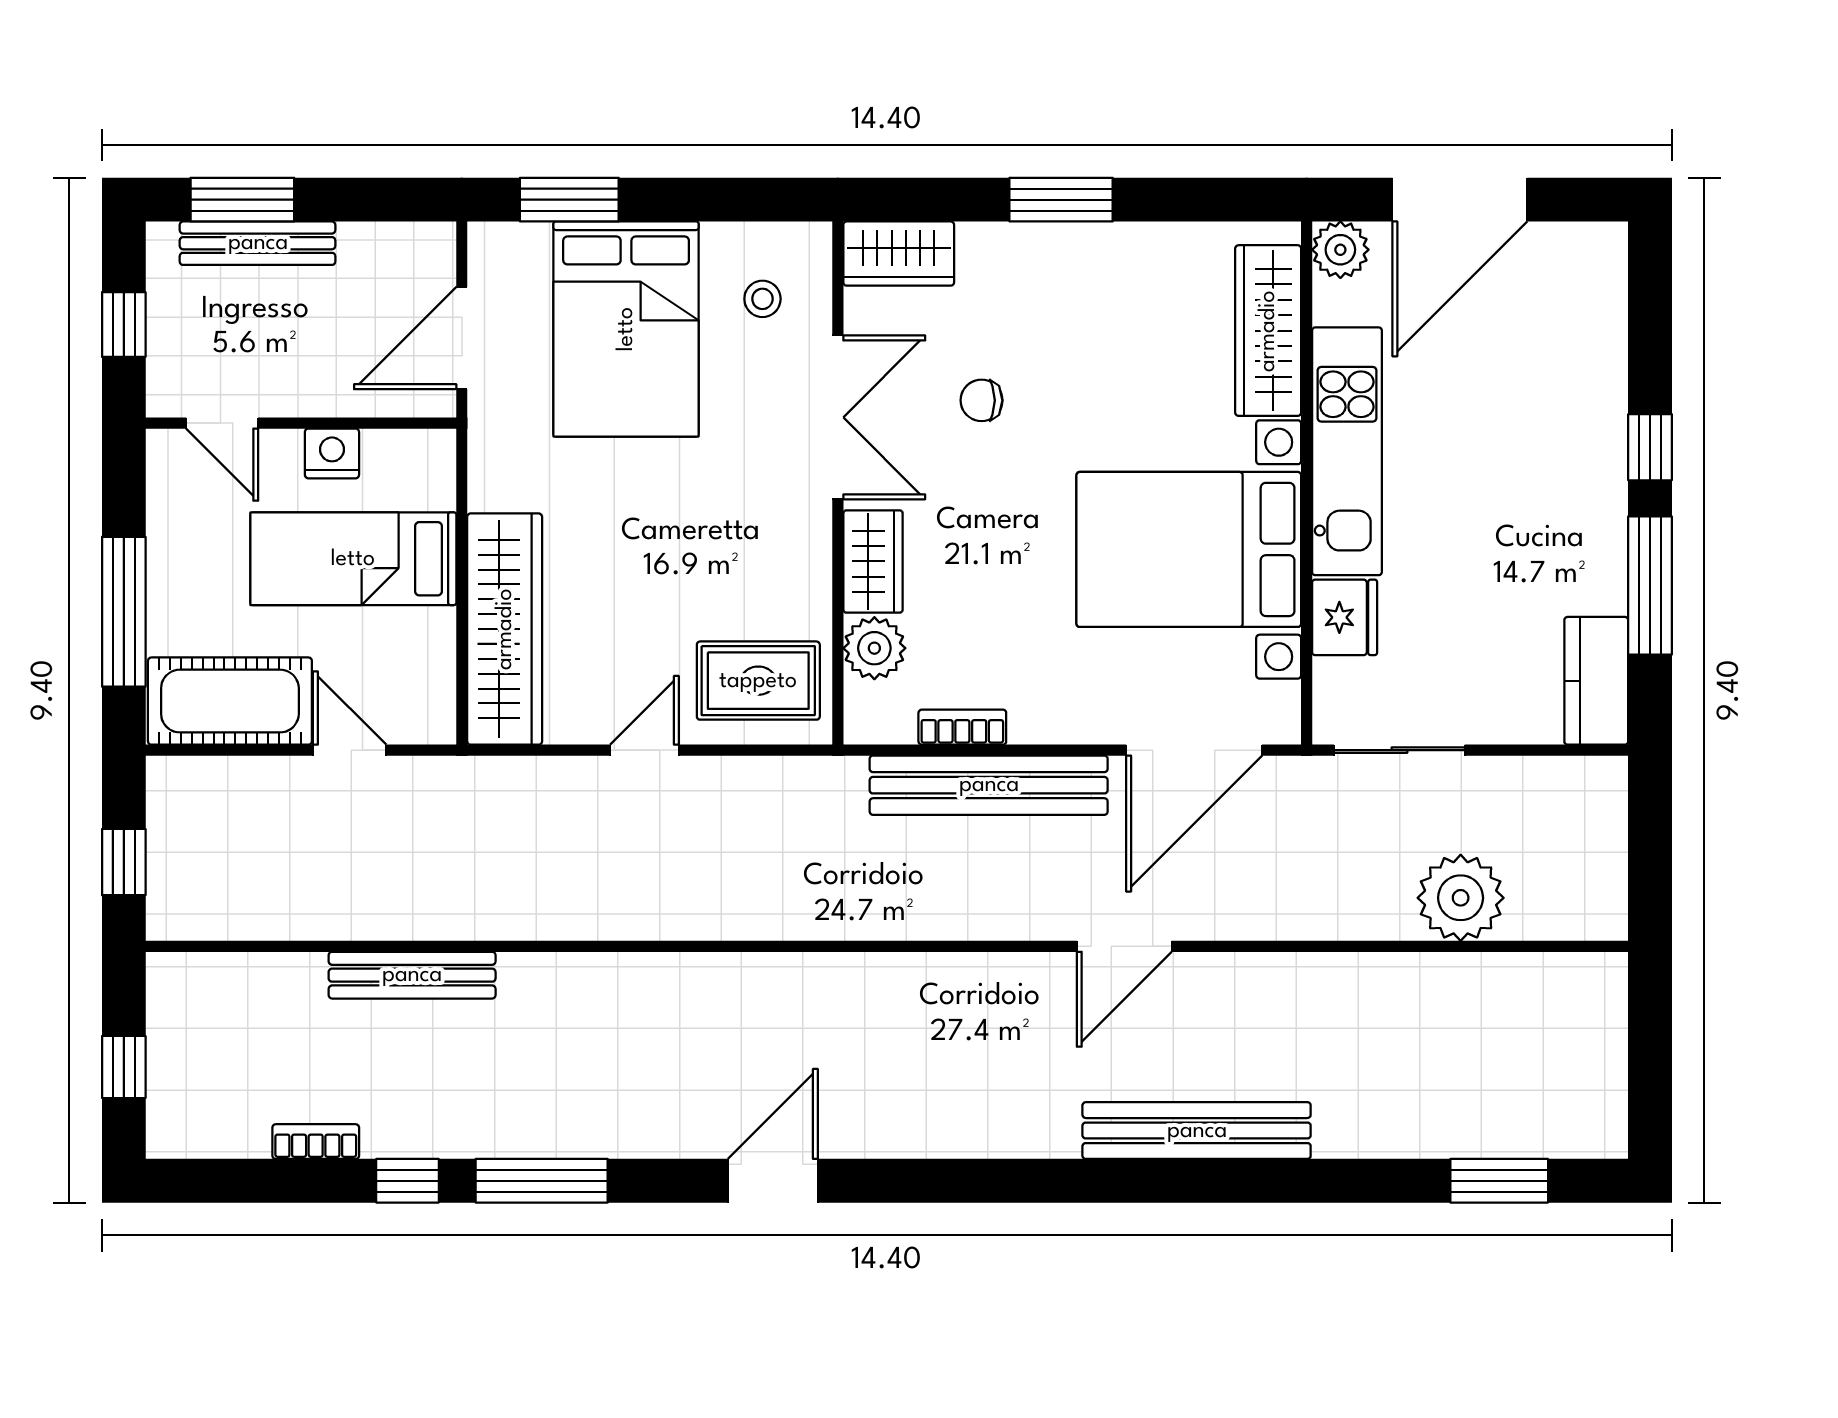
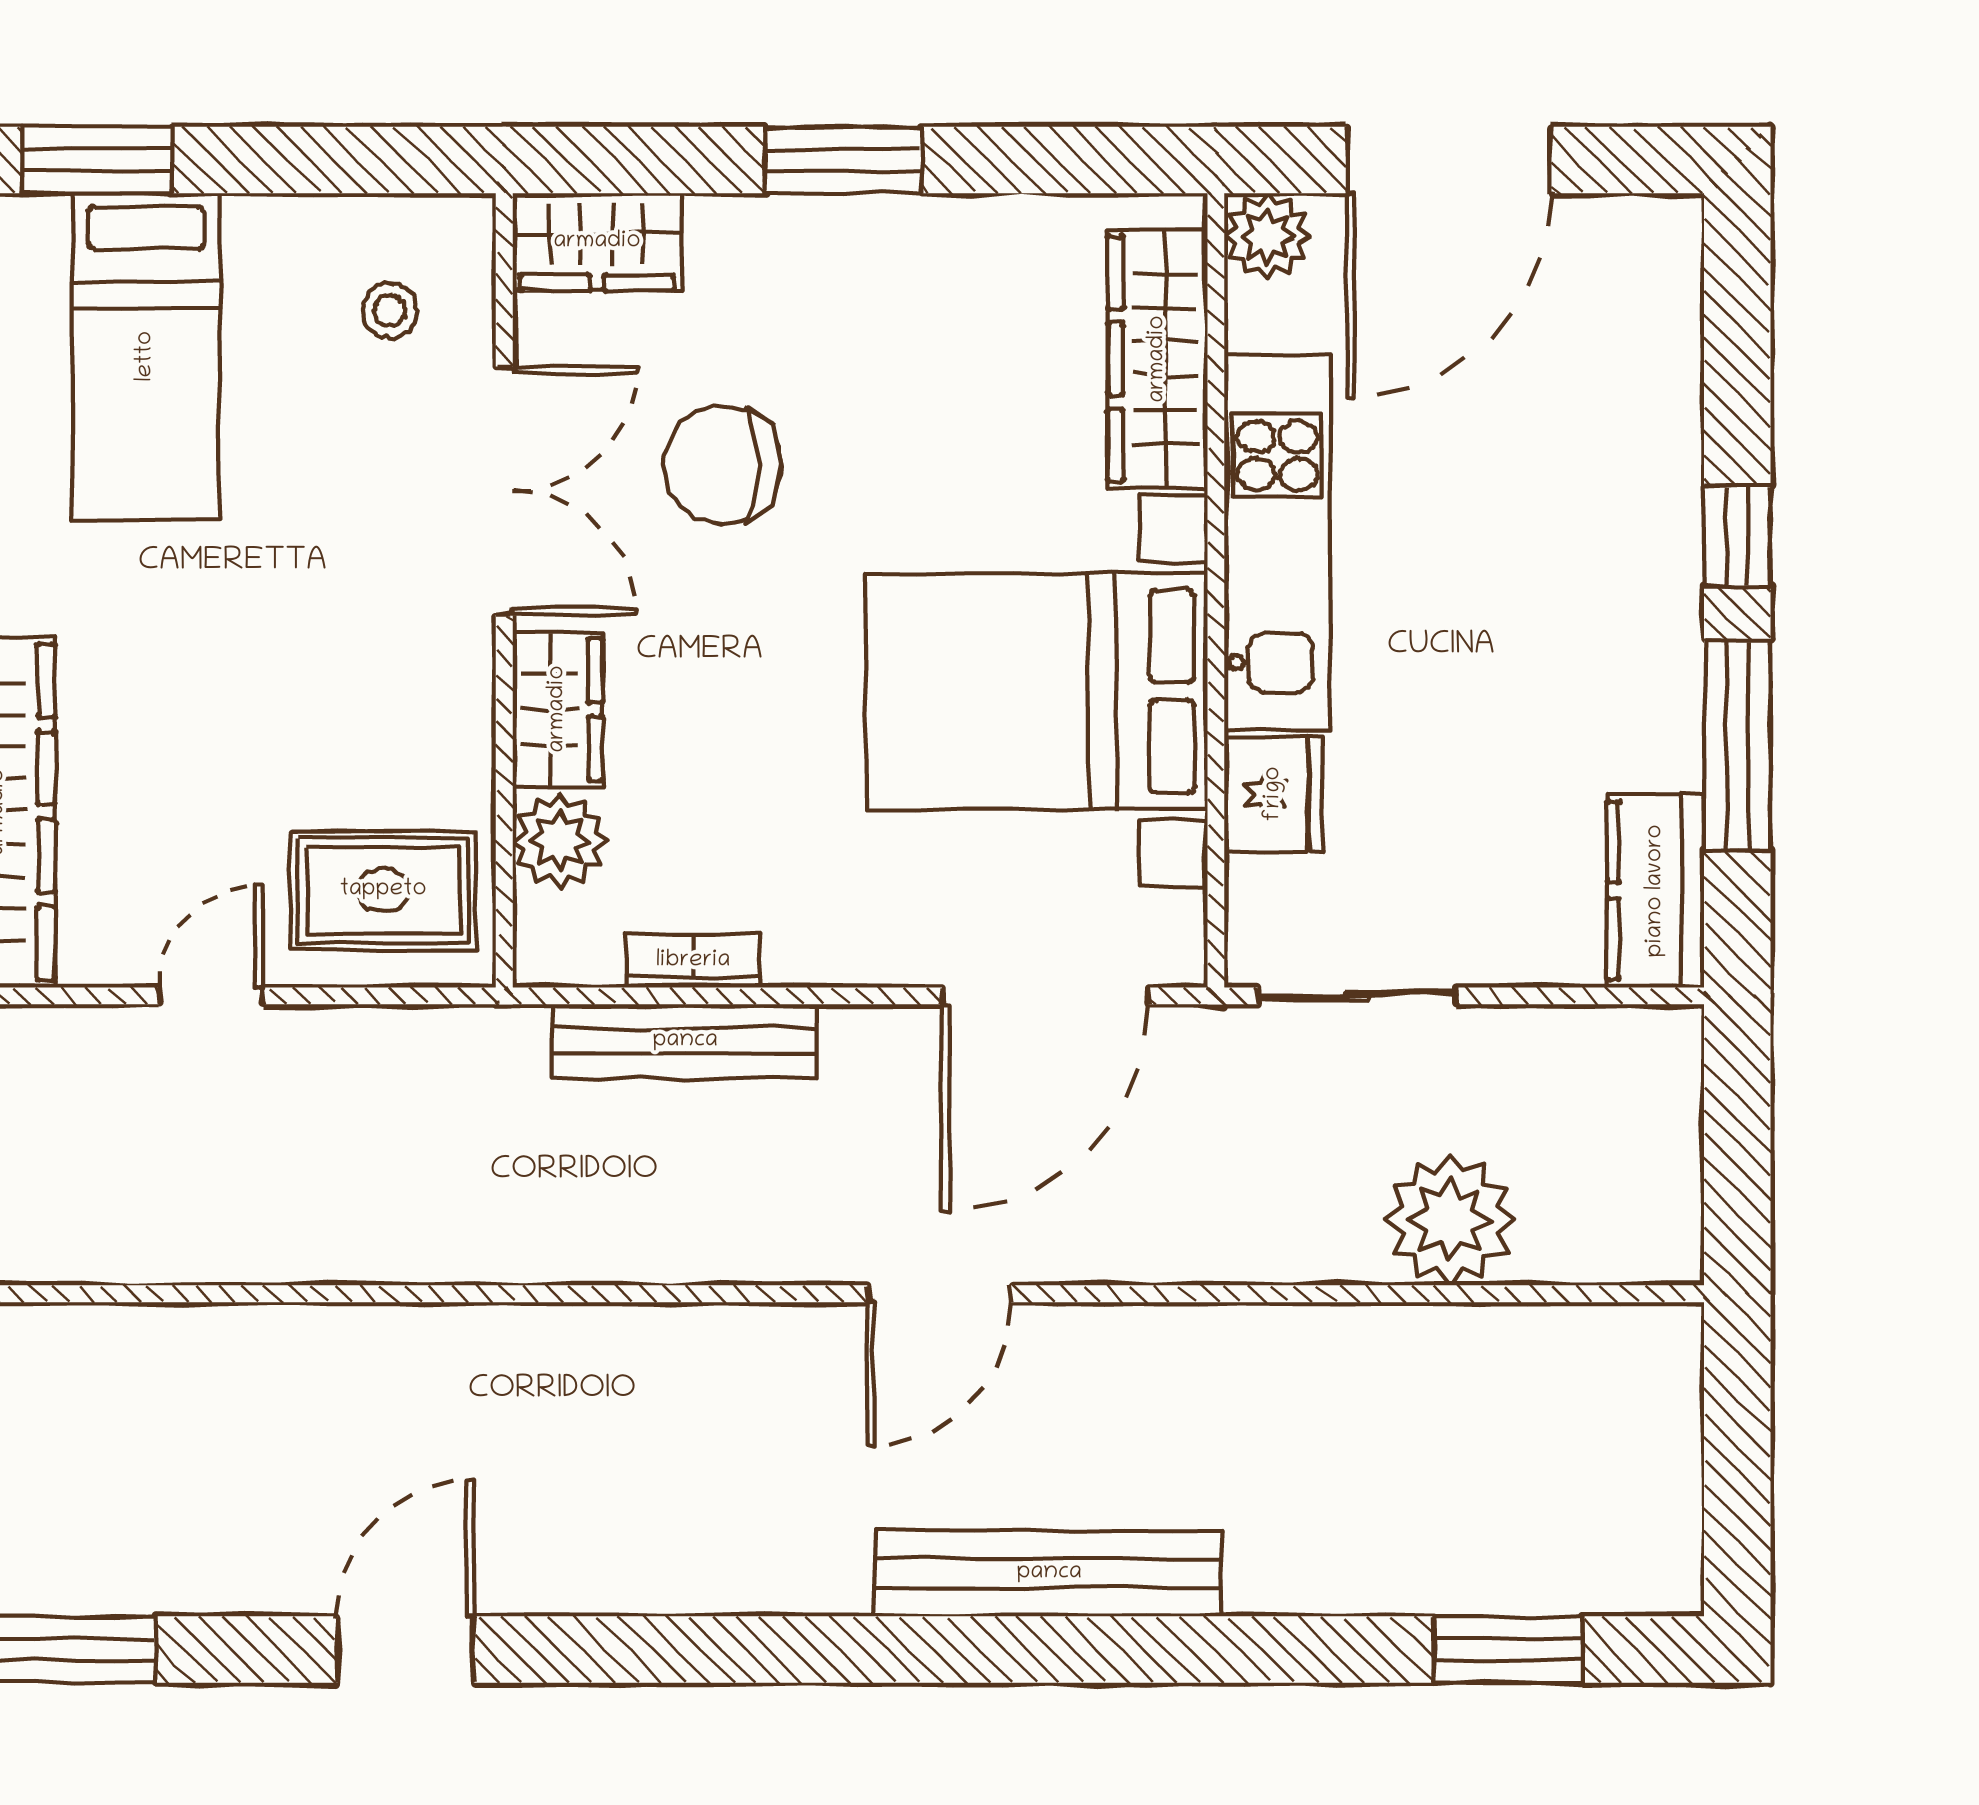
bed: (626, 329) -> (146, 356), width x0.67
chair: (982, 400) -> (722, 465), width x1.87, depth x1.87
bench: (989, 785) -> (685, 1041), width x0.73, depth x0.82

